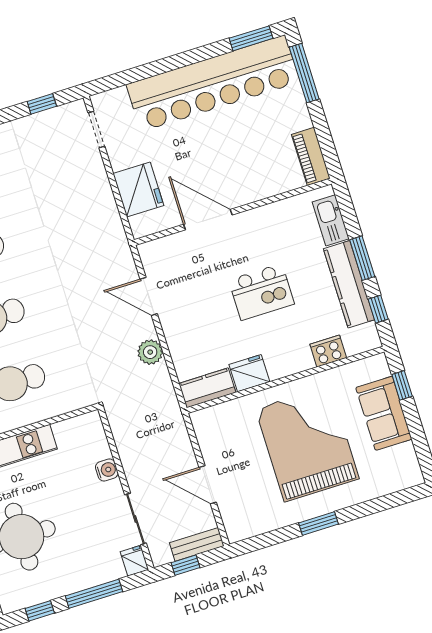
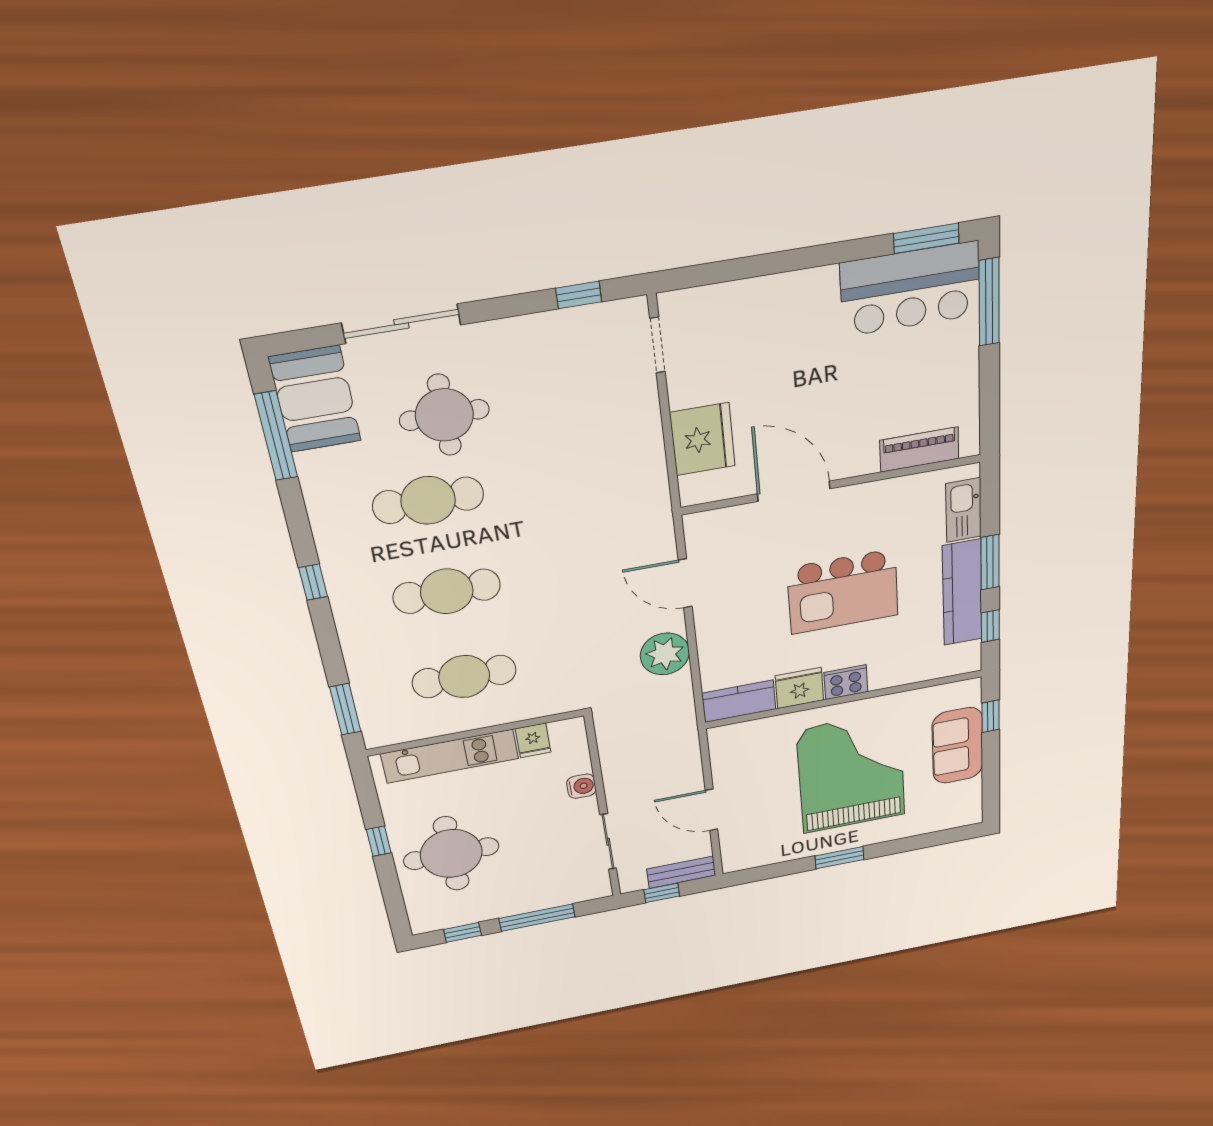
bar counter: (213, 83) -> (910, 289), width x0.54
piano: (311, 156) -> (919, 450), moved, turned 90
kitchen island: (261, 292) -> (843, 592), width x1.37, depth x1.28
cooker: (328, 351) -> (846, 682), moved
plant: (150, 352) -> (665, 654), width x1.36, depth x1.36
fridge: (134, 561) -> (533, 740), moved, turned 180

